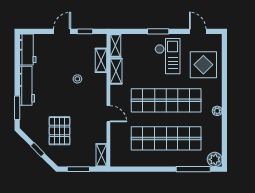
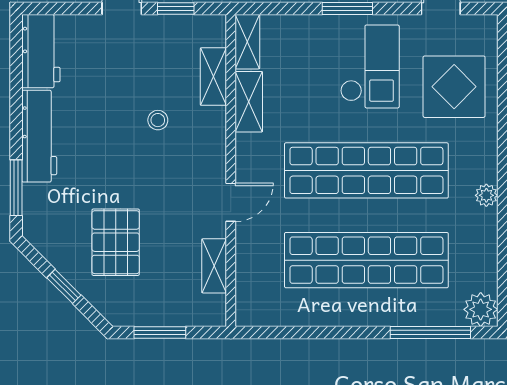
door: (108, 114) -> (231, 202), hinge flipped
shelving: (101, 155) -> (214, 266), moved

